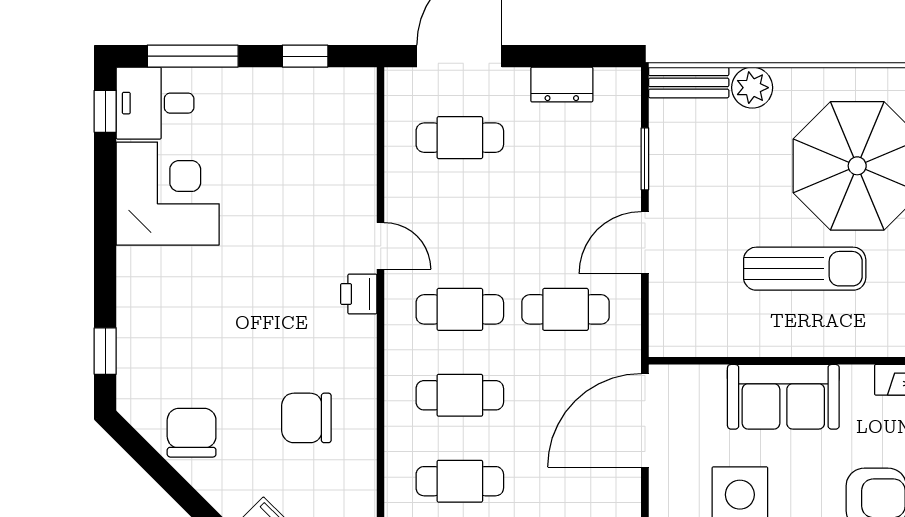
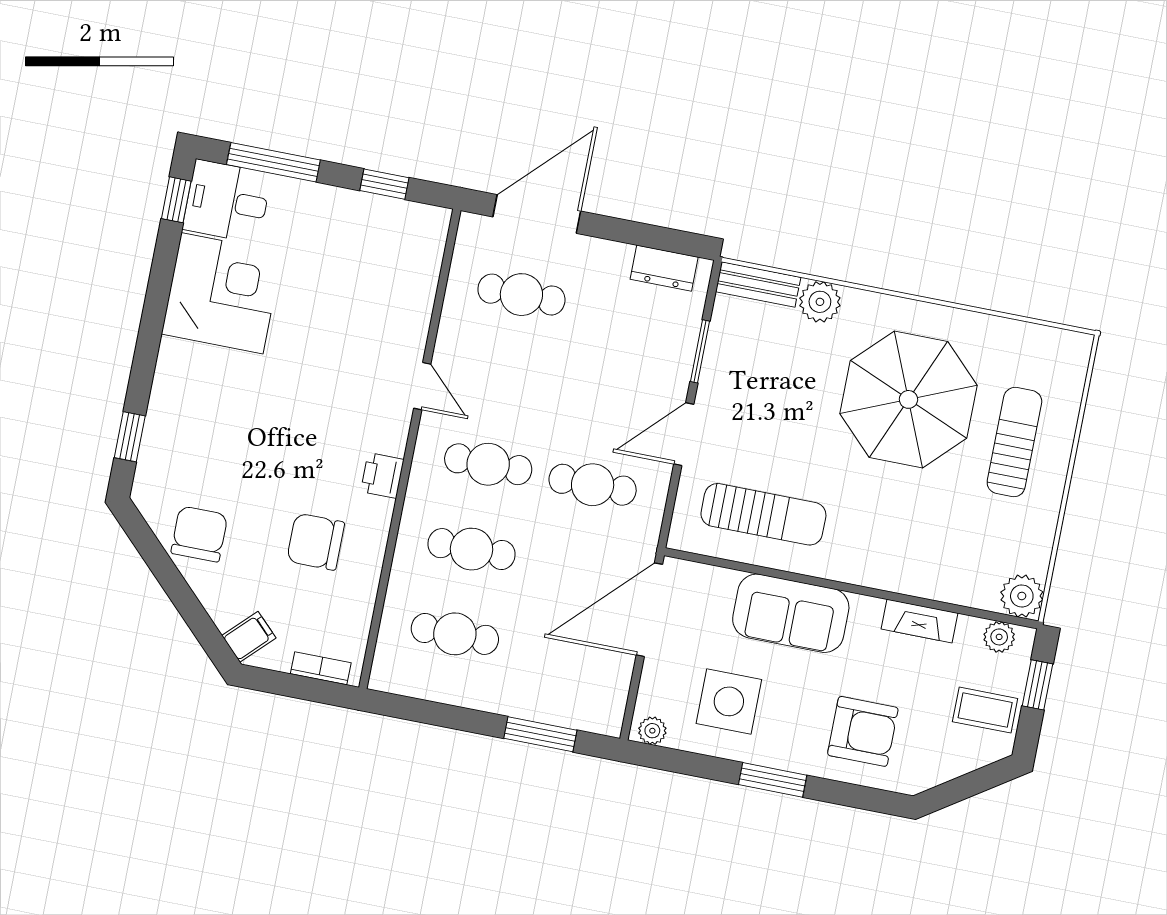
dresser: (562, 85) -> (664, 268), moved
sun lounger: (805, 269) -> (763, 514), moved
printer: (359, 294) -> (382, 475), moved

